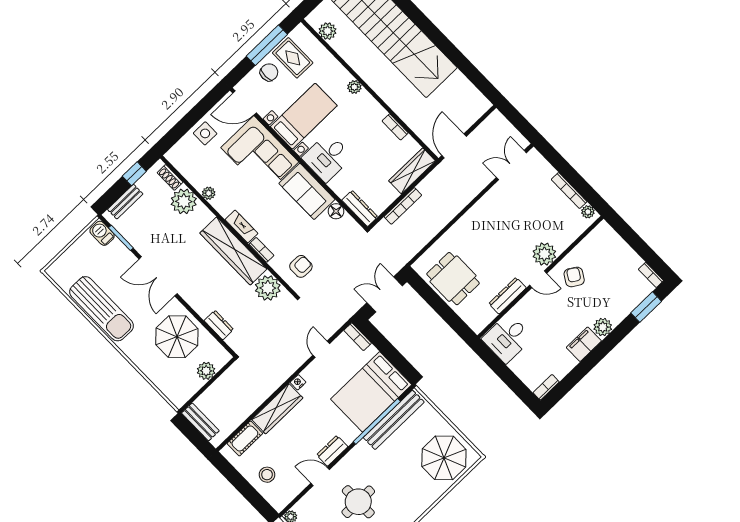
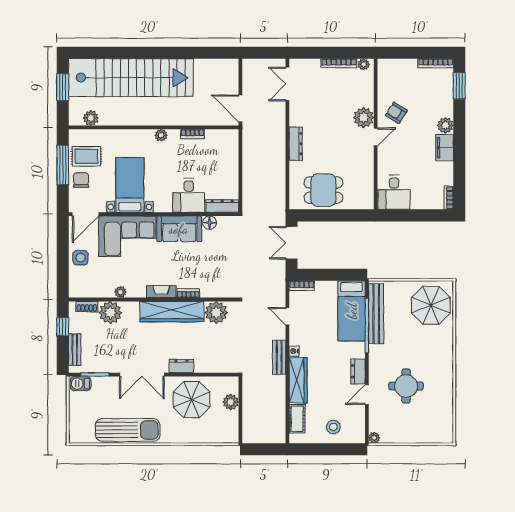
plant: (354, 87) -> (161, 135), moved
desk: (327, 157) -> (189, 195), moved
wardrobe: (412, 171) -> (231, 150), removed
bookcase: (403, 206) -> (247, 177), removed
armchair: (301, 266) -> (223, 278), removed
bookcase: (651, 275) -> (436, 63), width x1.56
dresser: (507, 296) -> (296, 144), moved, turned 180
dresser: (219, 325) -> (181, 366), moved
bed: (371, 392) -> (352, 311), width x0.67
bench: (200, 422) -> (279, 357), moved, turned 90

